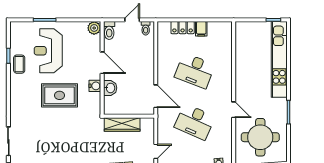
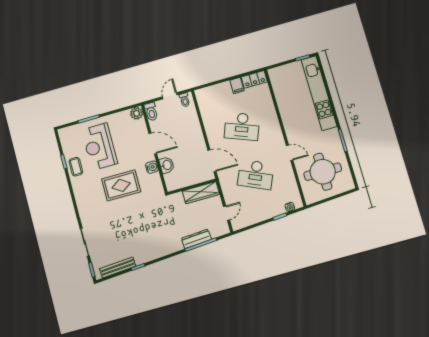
locker: (183, 28) -> (254, 79), moved
wardrobe: (122, 124) -> (201, 193), moved

